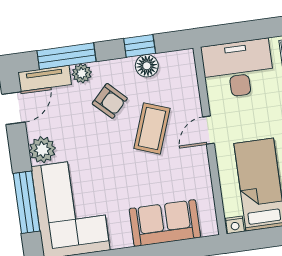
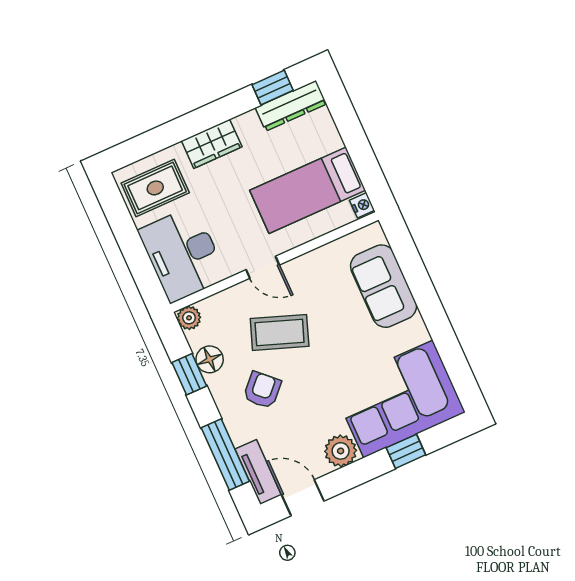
plant: (82, 73) -> (189, 318), moved
window: (27, 202) -> (406, 451), width x0.46

